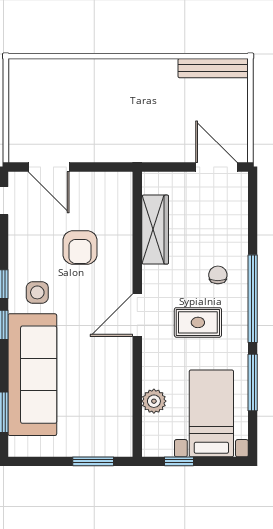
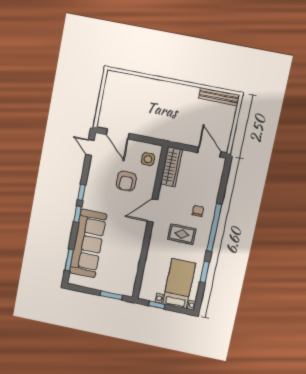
wardrobe: (155, 230) -> (171, 167), moved
side table: (37, 292) -> (148, 159), moved
door: (137, 315) -> (153, 211), moved
window: (253, 382) -> (205, 272), width x0.69
plant: (154, 401) -> (150, 271), removed

